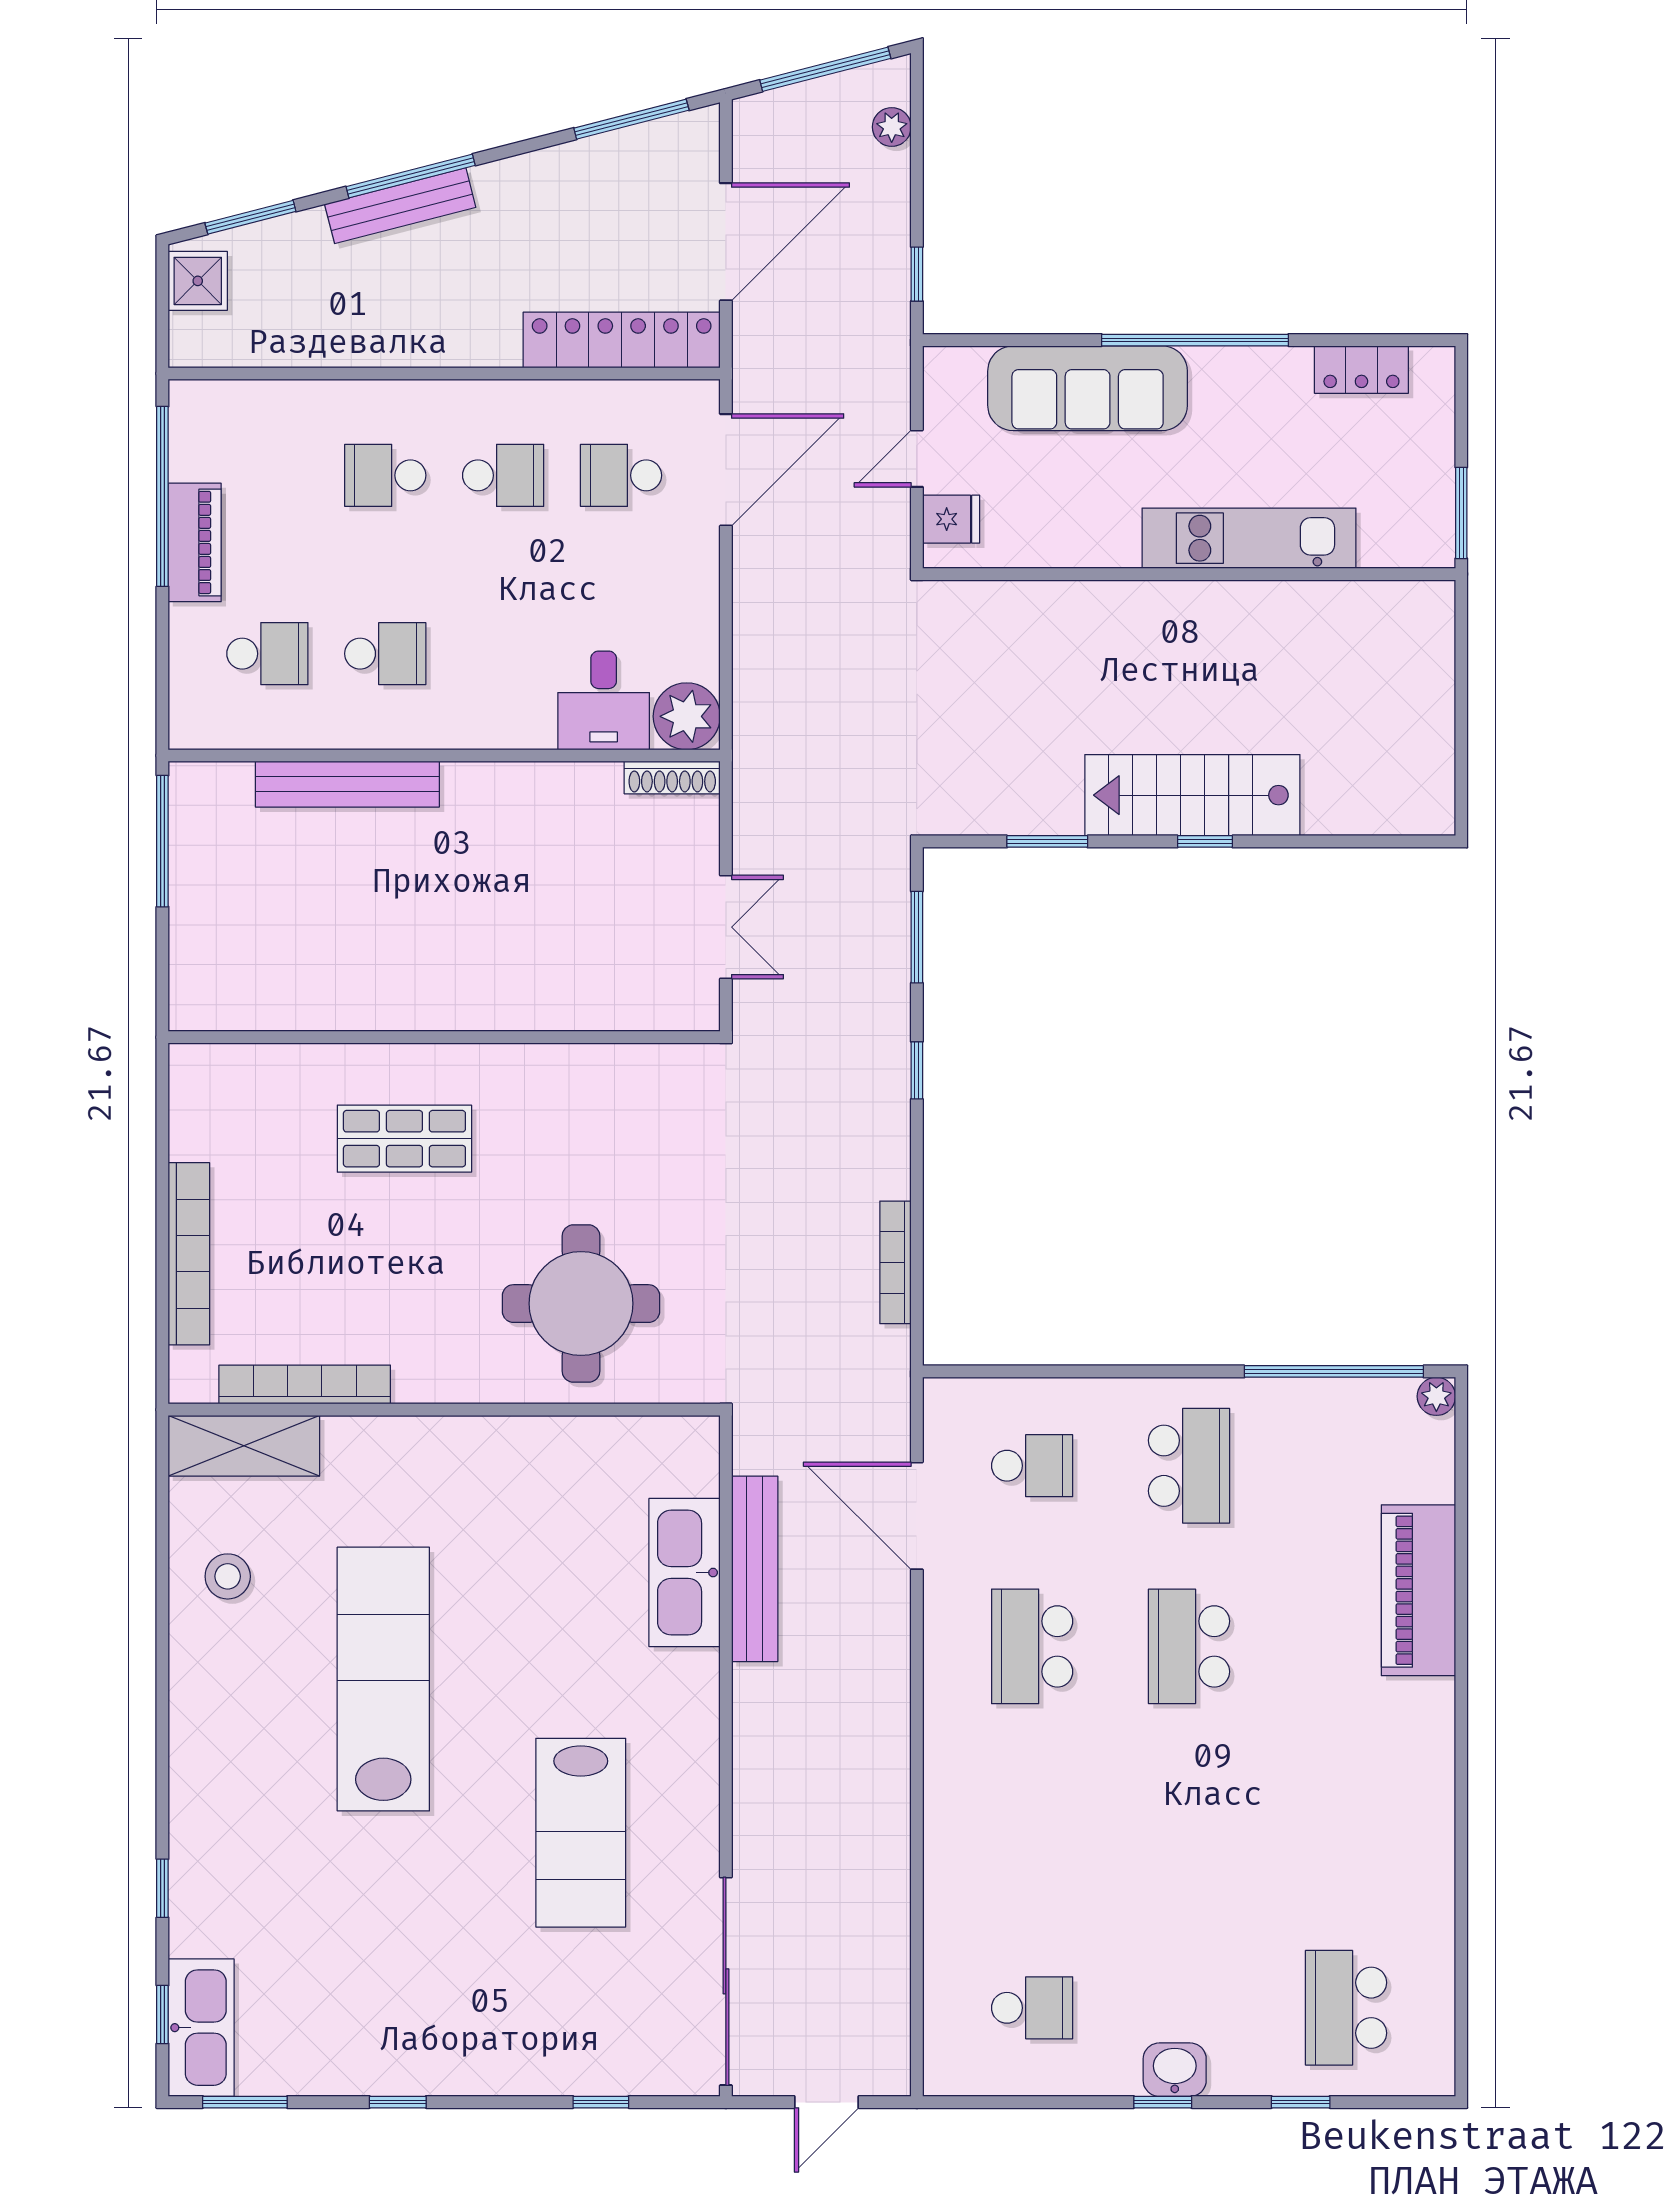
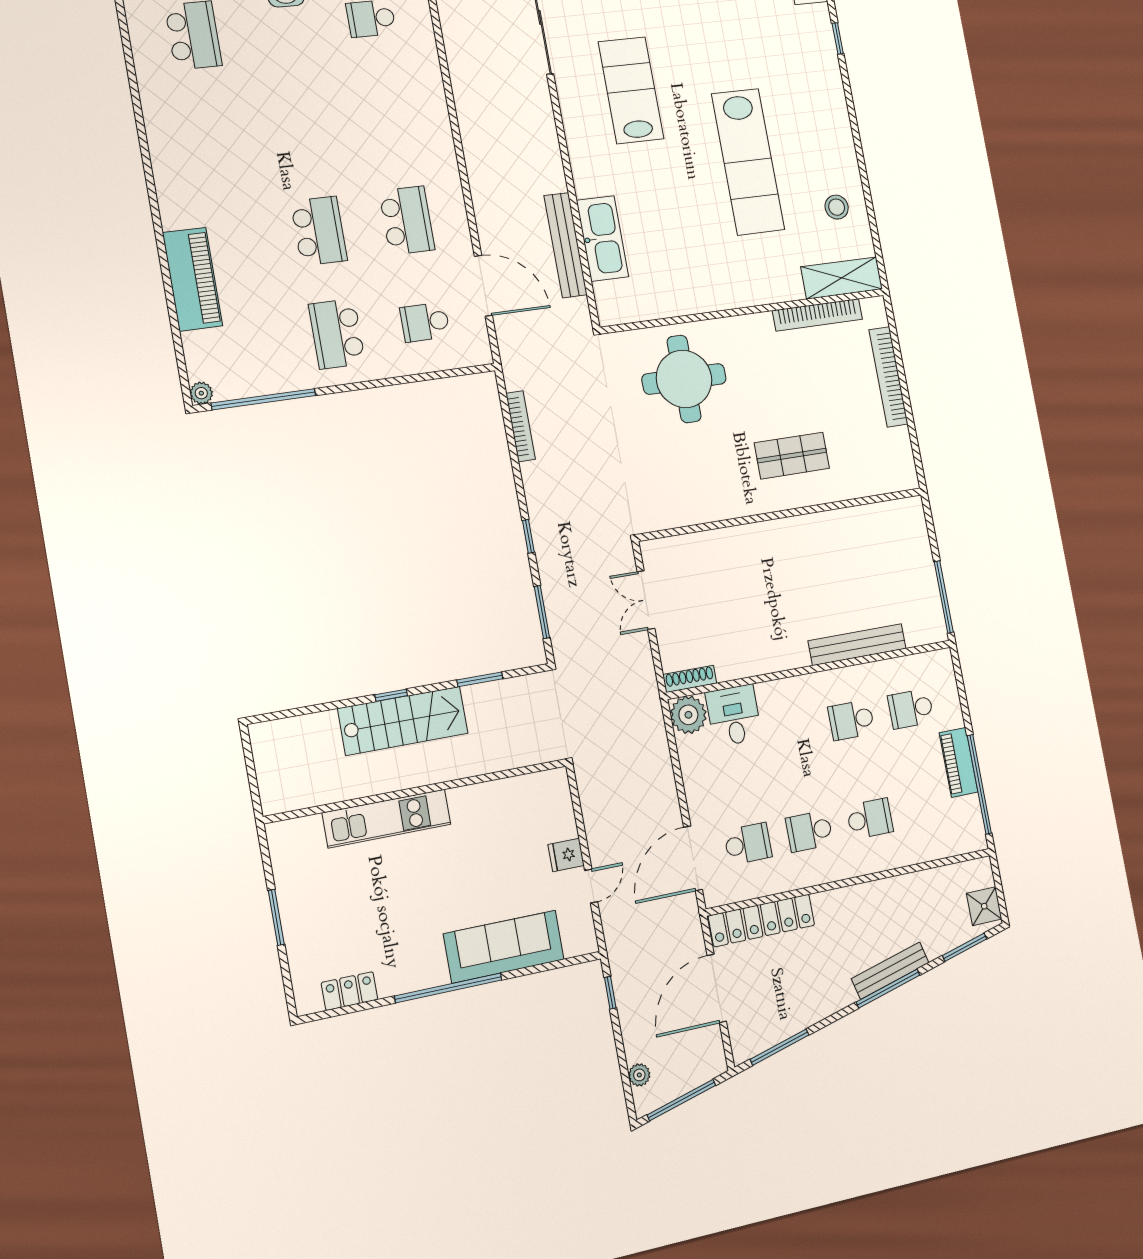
kitchen unit: (1249, 538) -> (387, 818), moved
wall: (1189, 574) -> (417, 791), moved

